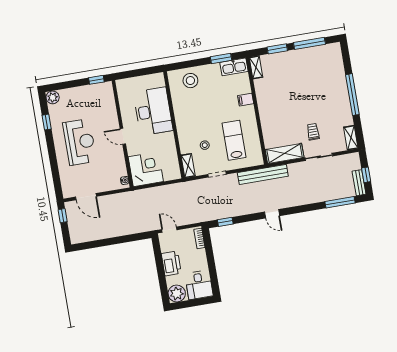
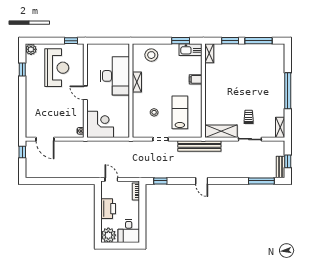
reception desk: (80, 142) -> (57, 68), moved
shelving: (188, 166) -> (137, 82), moved

